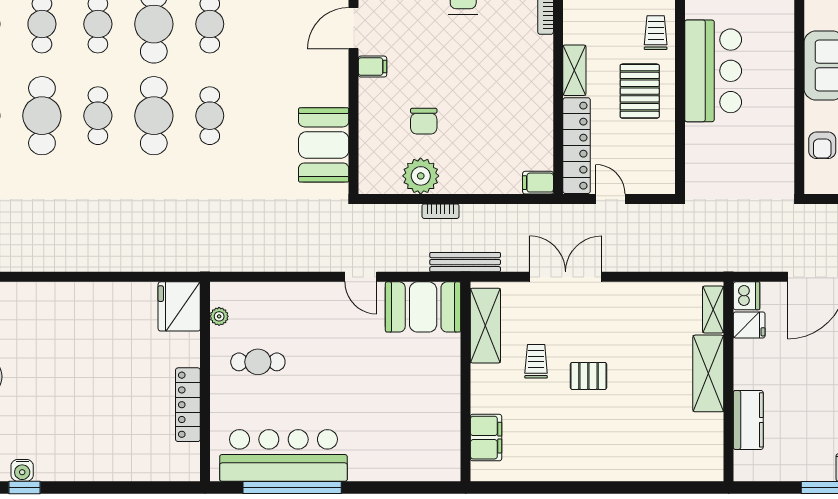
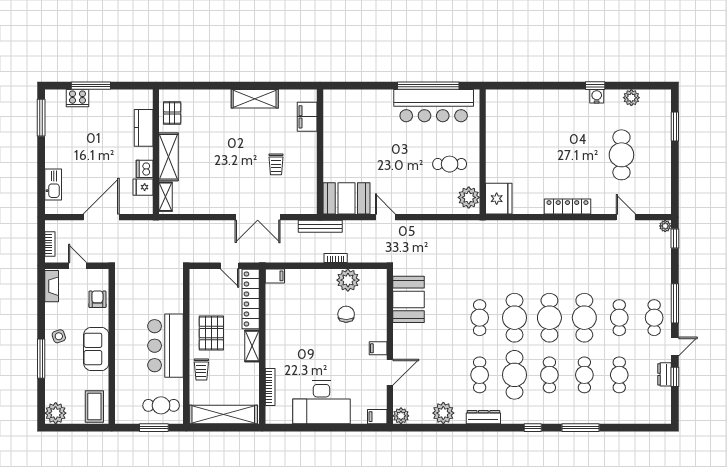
cafe table: (98, 116) -> (549, 318), width x1.37, depth x1.35
dishwasher: (747, 296) -> (145, 169), moved
plant: (219, 316) -> (469, 197), width x1.88, depth x1.88
shelving: (485, 326) -> (255, 99), moved, turned 90
pallet: (588, 376) -> (172, 113), moved, turned 90
locker: (188, 405) -> (567, 206), moved, turned -90

